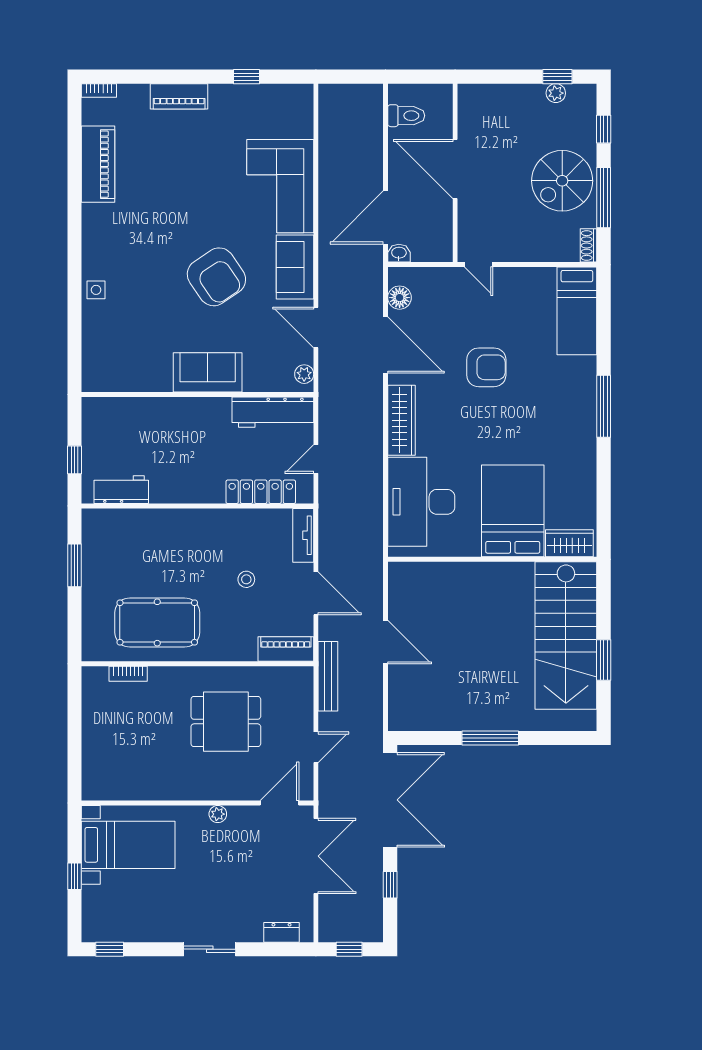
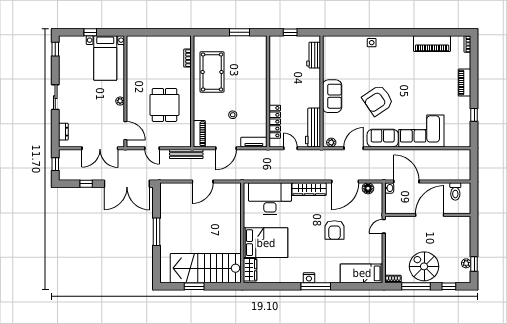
nightstand: (586, 421) -> (309, 278), added
workbench: (121, 490) -> (314, 55), moved, turned 180

